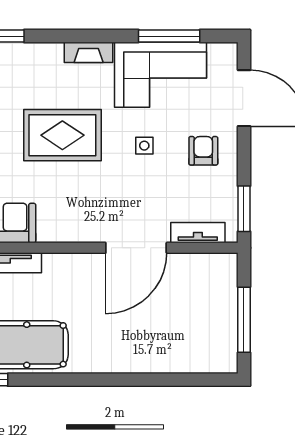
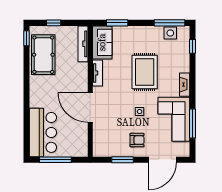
window: (244, 209) -> (123, 160), moved
tv unit: (198, 233) -> (98, 73), moved
bar counter: (188, 346) -> (43, 132), added

